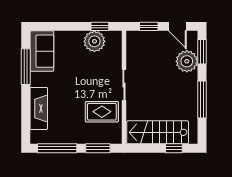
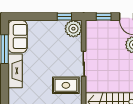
plant: (94, 41) -> (73, 29), moved
fireplace: (39, 108) -> (15, 71), moved

